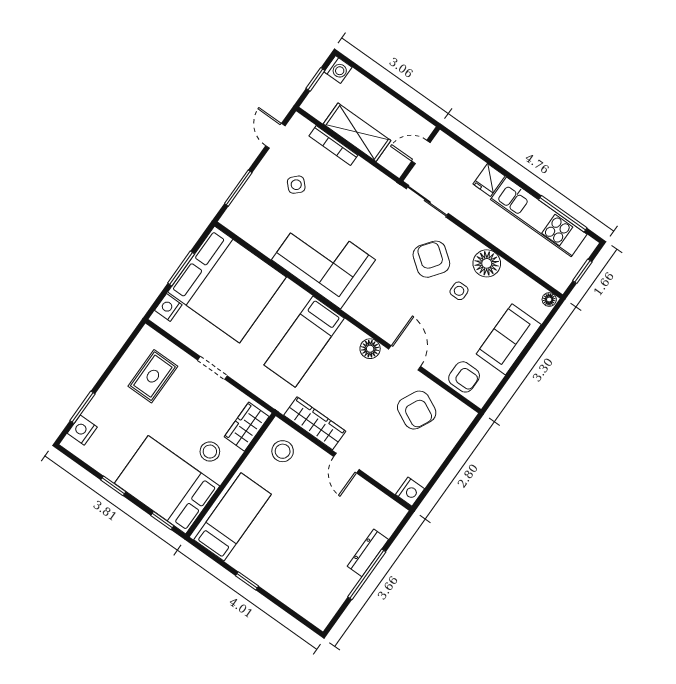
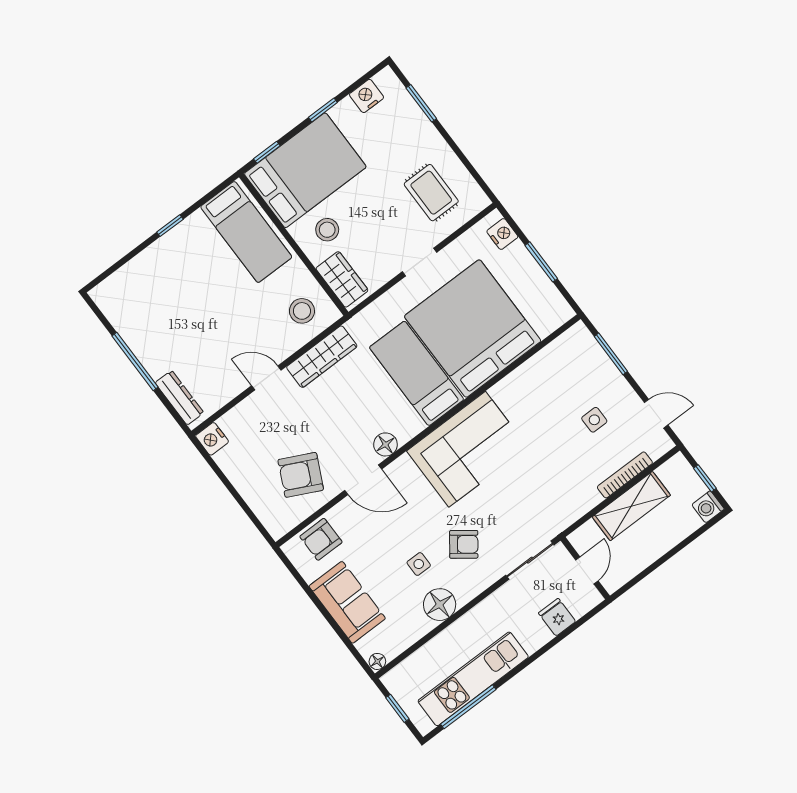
fridge: (489, 180) -> (557, 617), moved
side table: (296, 185) -> (594, 420), turned 45
armchair: (431, 259) -> (464, 544), width x0.72, depth x0.72
corner sofa: (323, 260) -> (467, 449), moved
bed: (227, 284) -> (473, 329), moved, turned 90
nightstand: (82, 430) -> (367, 96), moved, turned -90
dresser: (368, 553) -> (179, 398), moved

